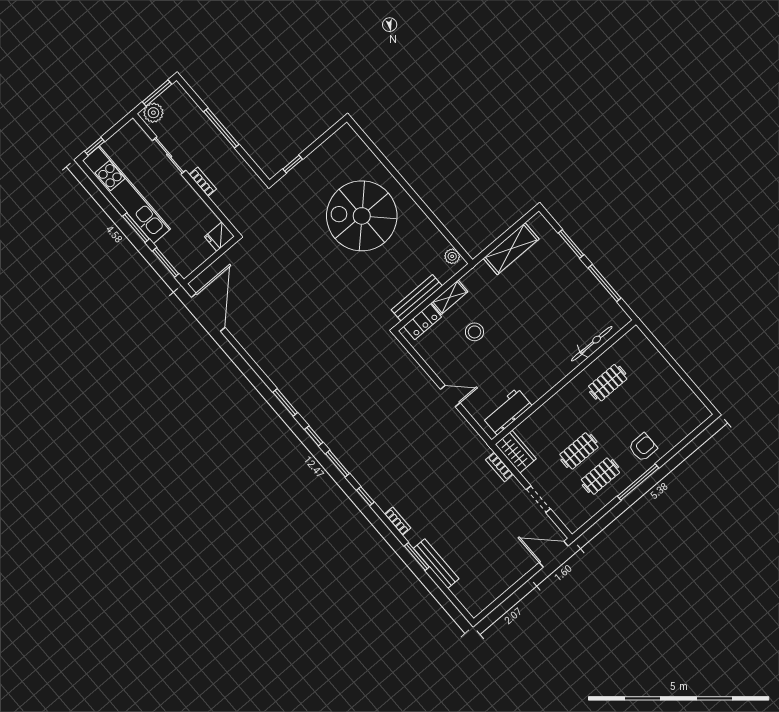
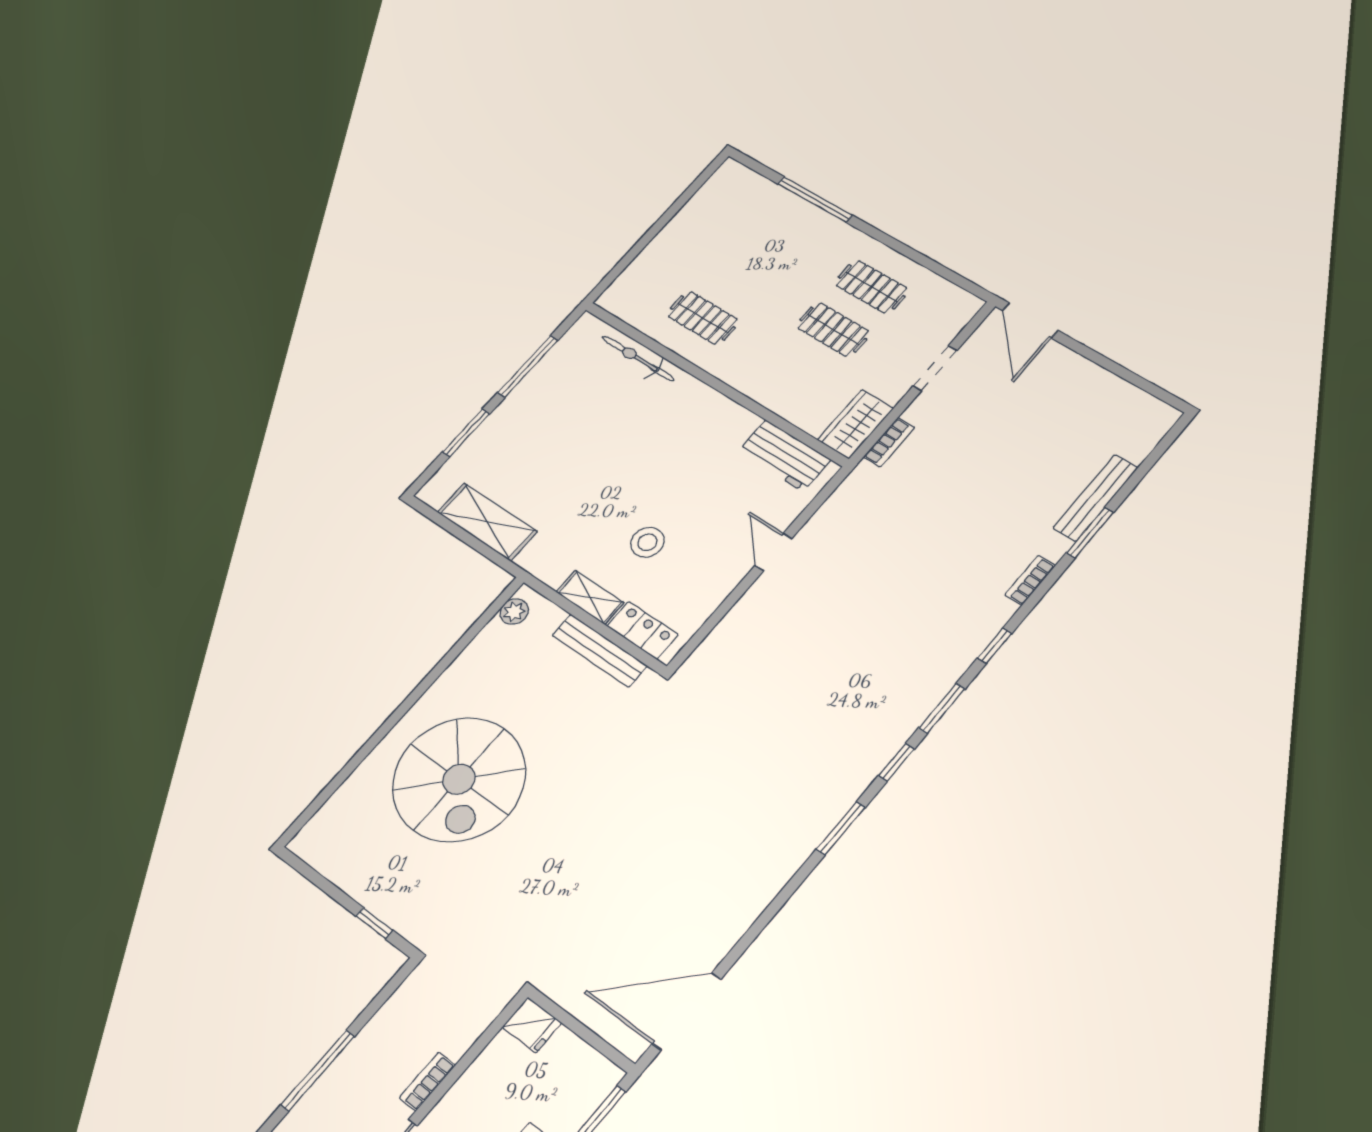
armchair: (643, 447) -> (807, 239), removed
window: (638, 482) -> (815, 199), moved

